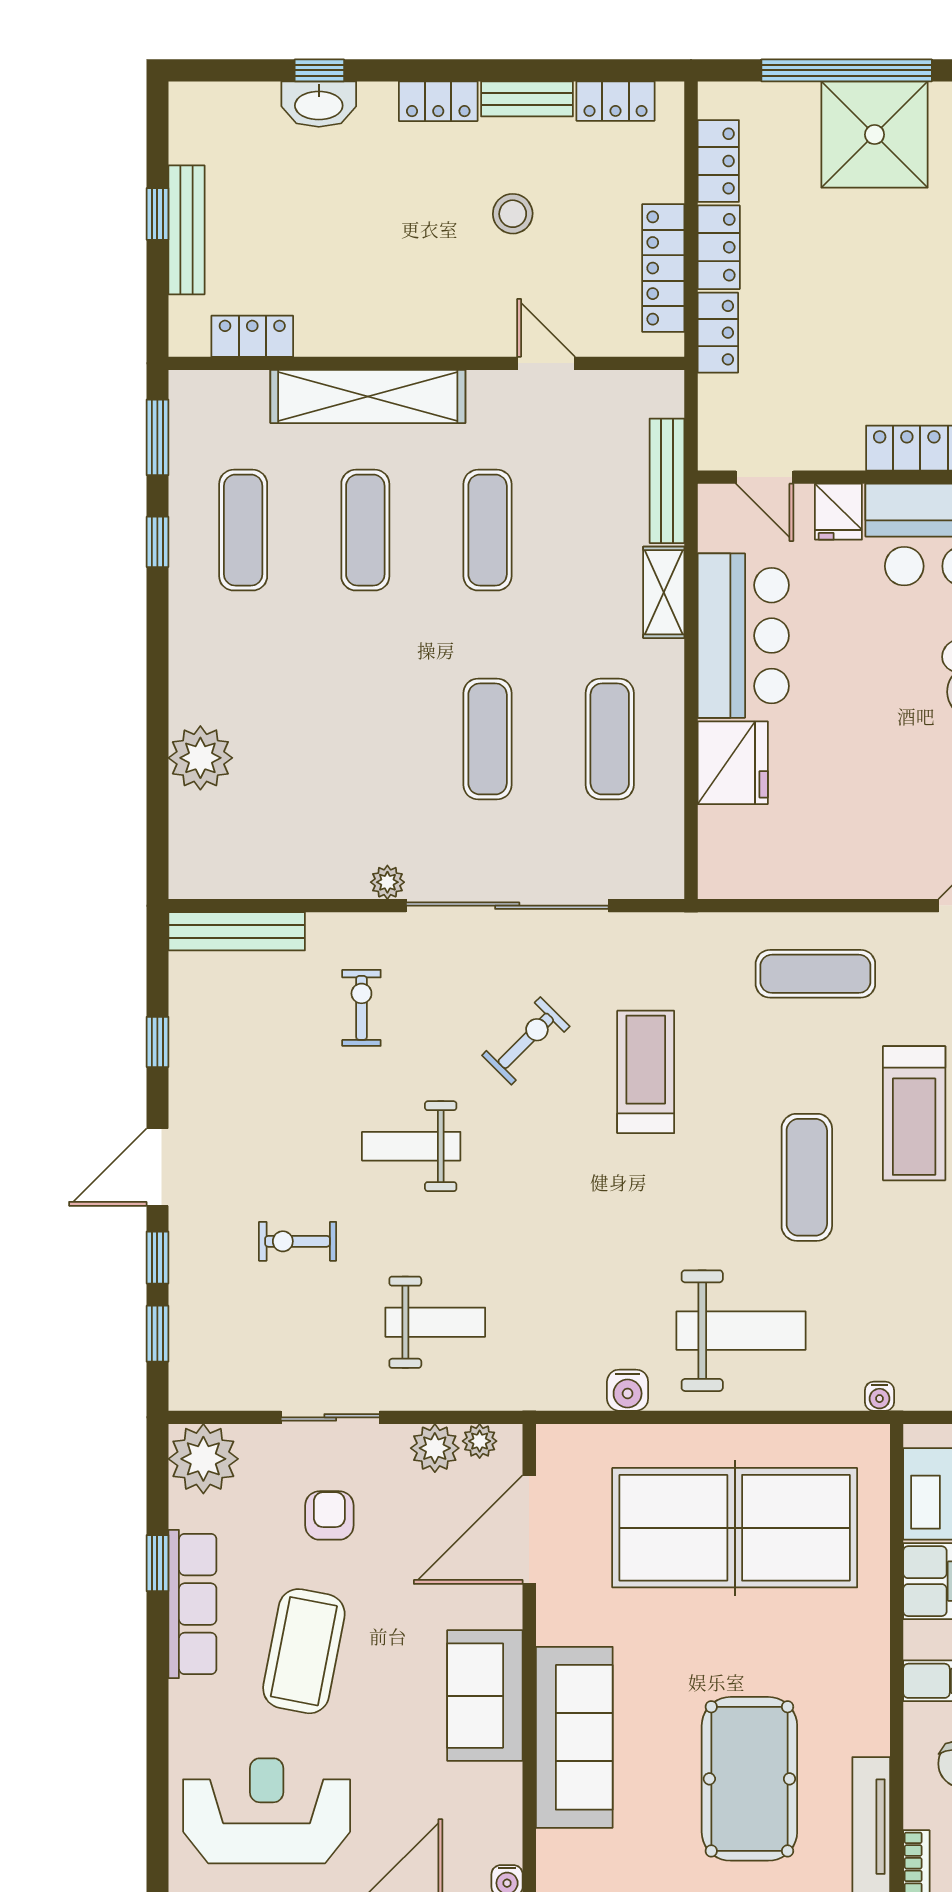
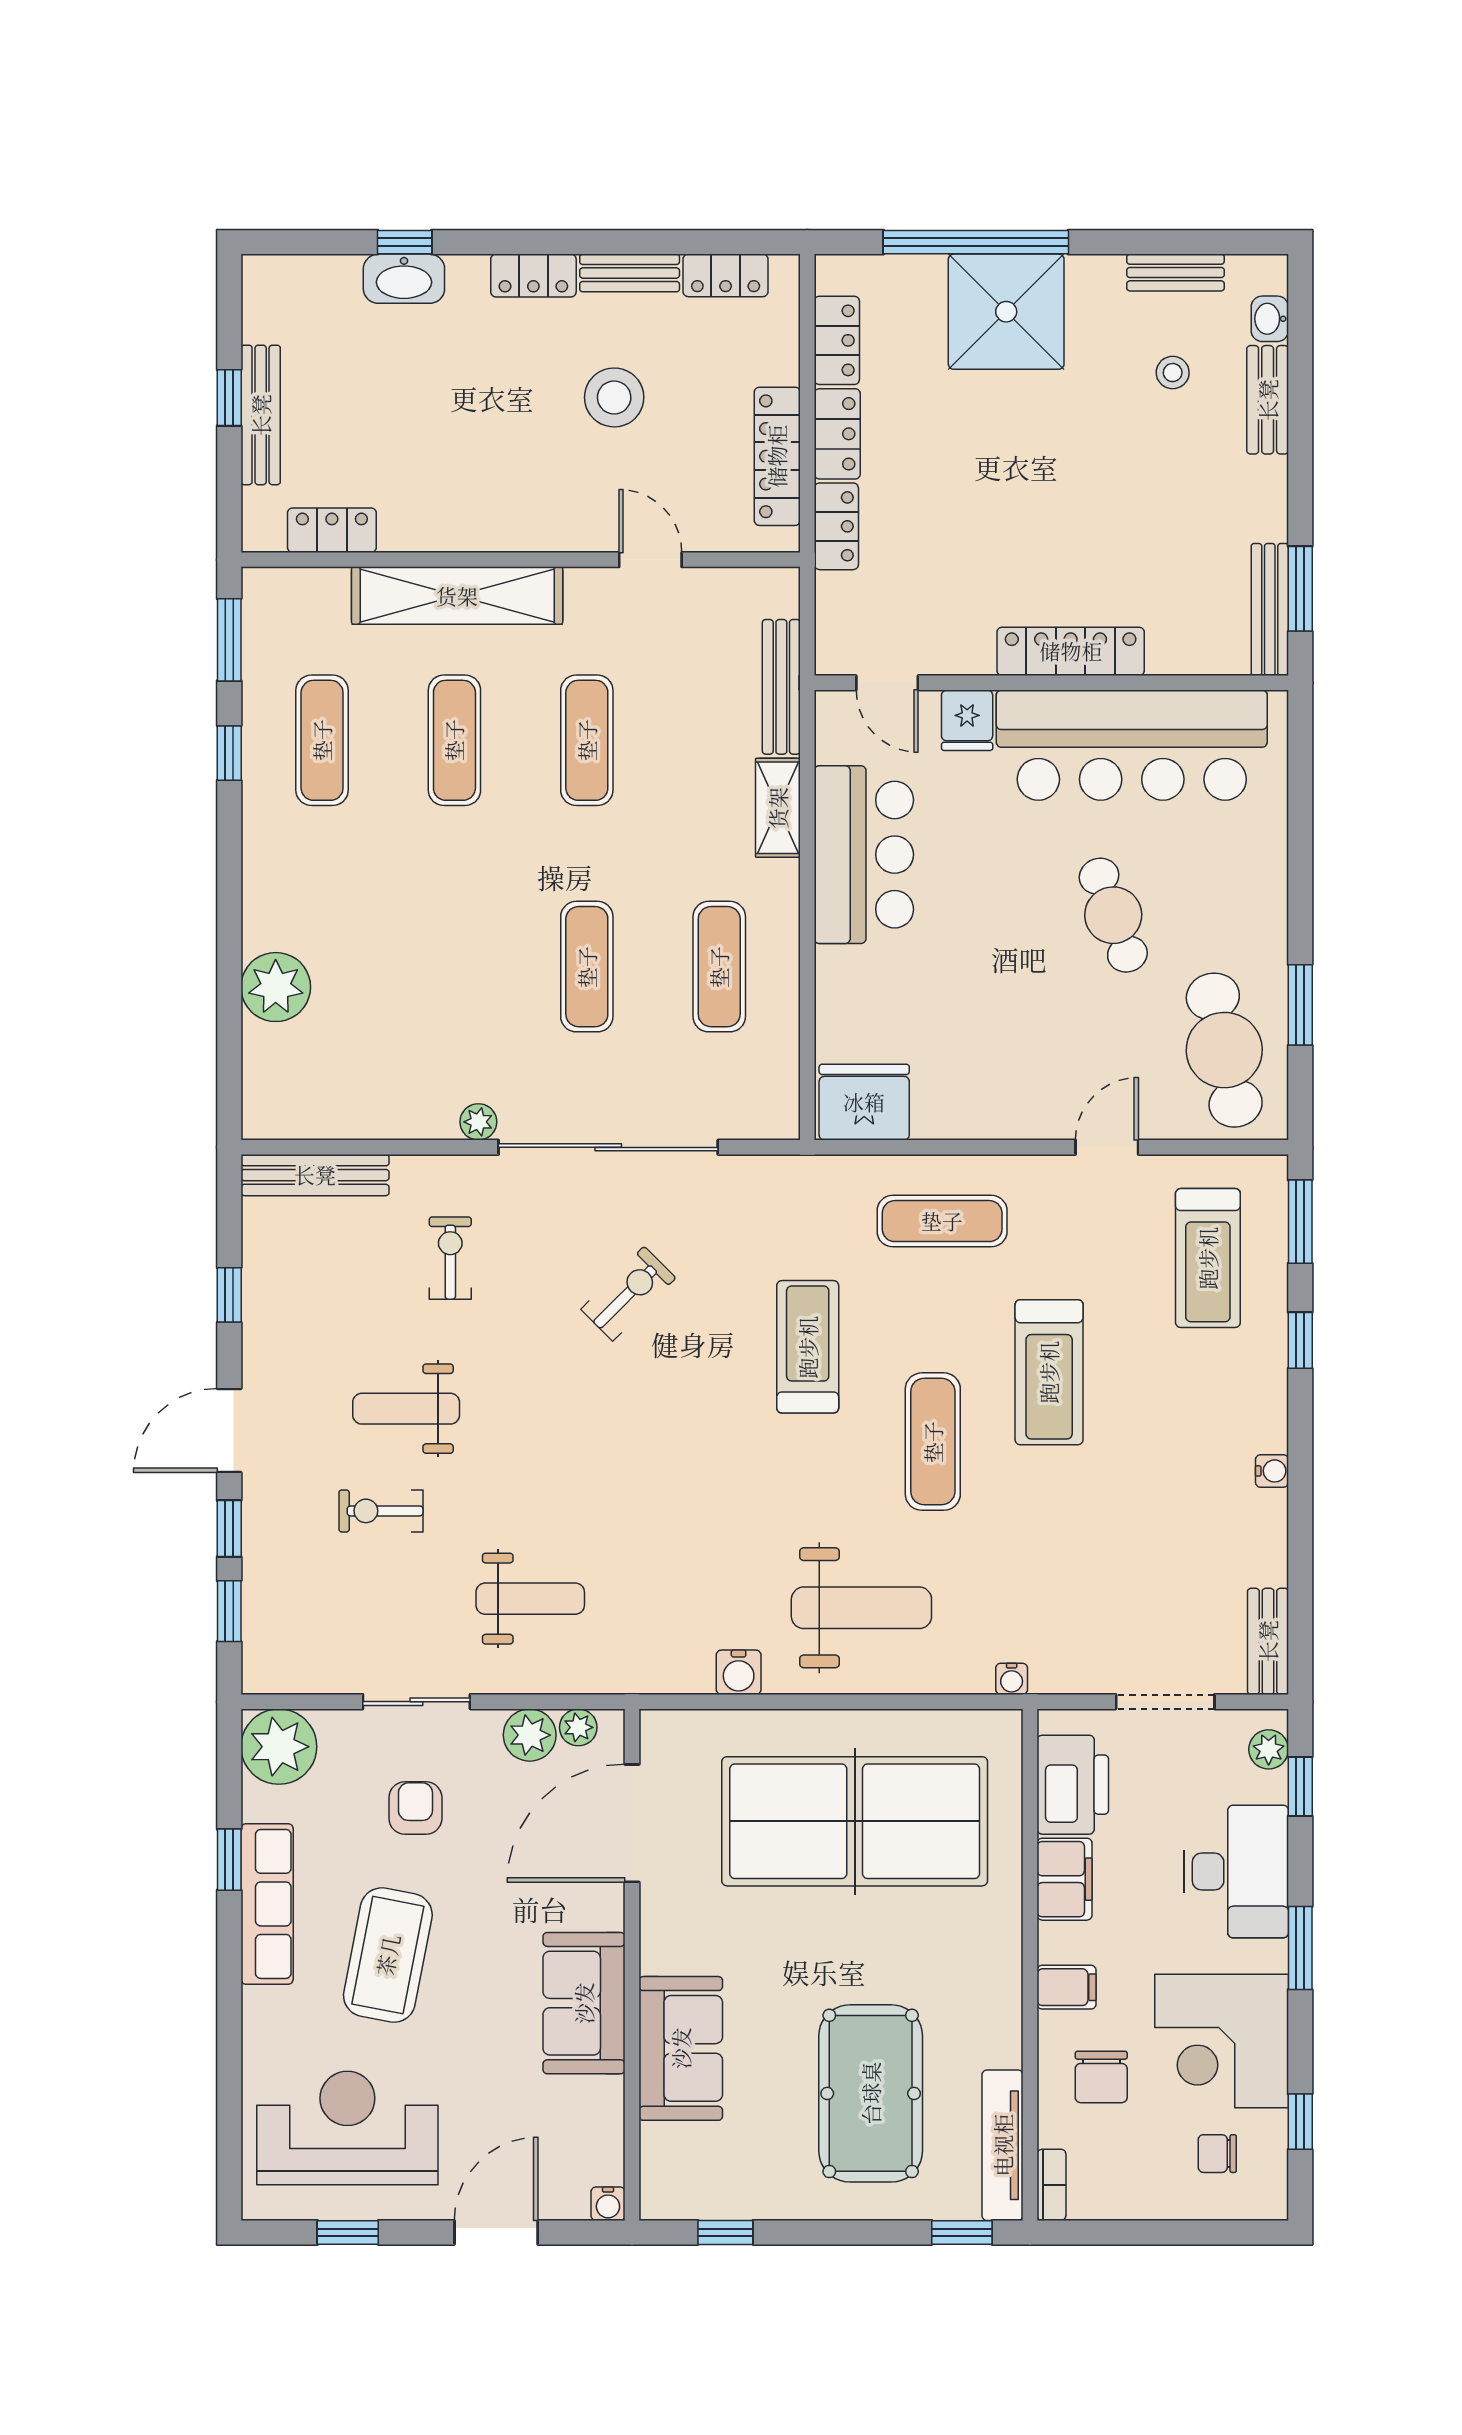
stool: (513, 214) -> (614, 397), width x1.38, depth x1.38
fridge: (733, 763) -> (864, 1102), moved, turned -90
treadmill: (646, 1072) -> (808, 1347), moved
weight bench: (411, 1146) -> (406, 1409), moved
sofa: (574, 1737) -> (681, 2048), width x0.73

